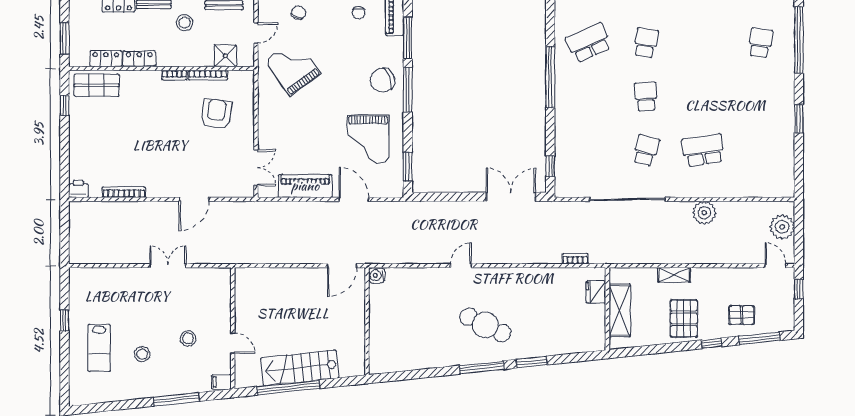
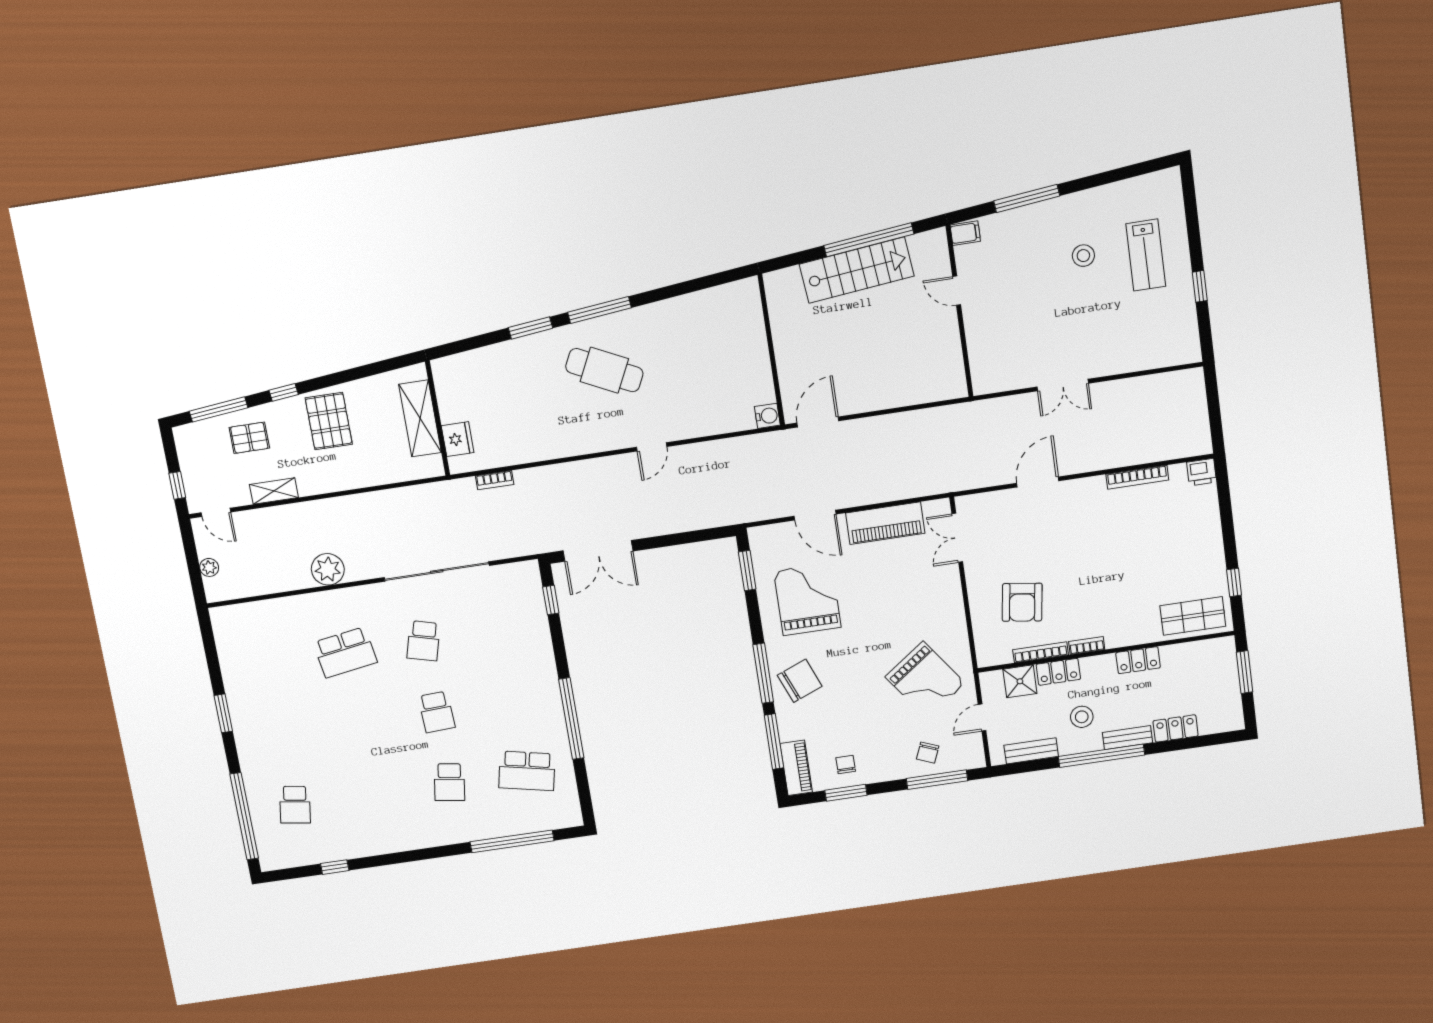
school desk: (589, 43) -> (527, 771), turned 36
locker: (106, 59) -> (1058, 672), moved
plant: (782, 227) -> (209, 567), width x0.53, depth x0.53
shelving: (674, 275) -> (274, 491), moved
stool: (188, 338) -> (1021, 288), removed
lab bench: (99, 348) -> (1146, 255), turned 180

